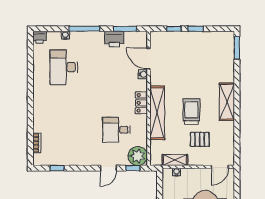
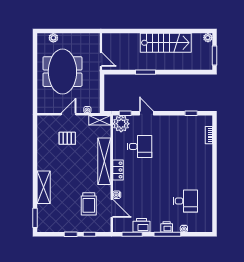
printer: (39, 37) -> (167, 227), moved
desk: (64, 67) -> (185, 201), width x0.73
shelving: (227, 102) -> (44, 187), moved
trolley: (191, 112) -> (89, 204), moved
shelving: (175, 160) -> (100, 120), moved
door: (220, 167) -> (69, 114), moved
door: (108, 168) -> (146, 113), hinge flipped

